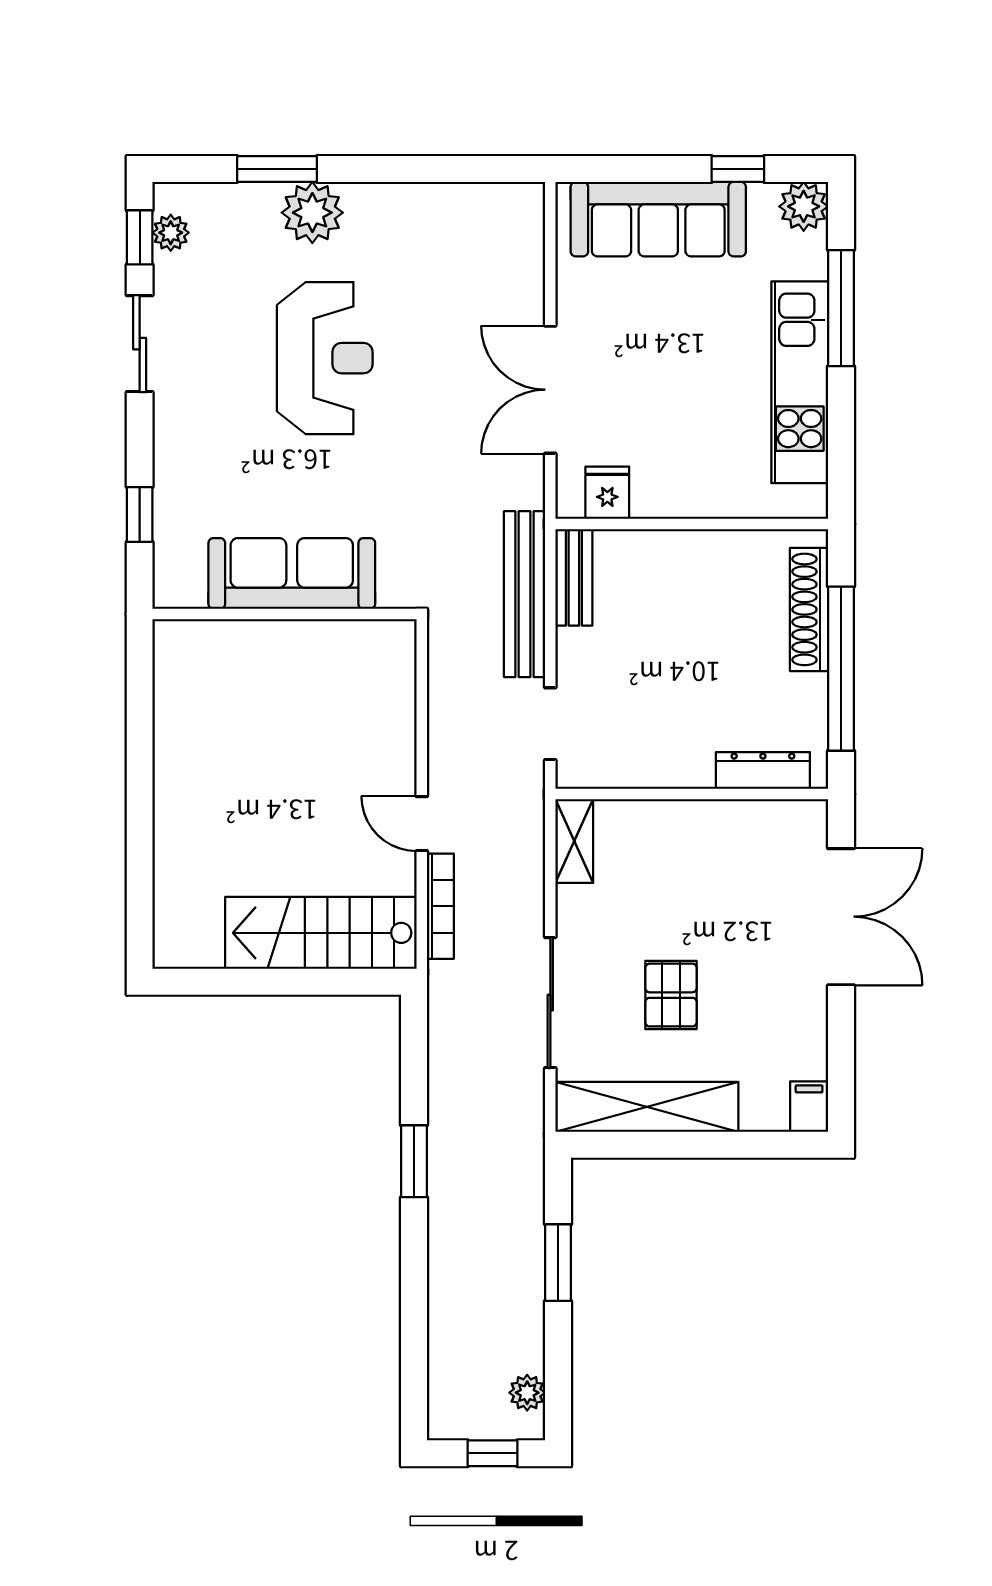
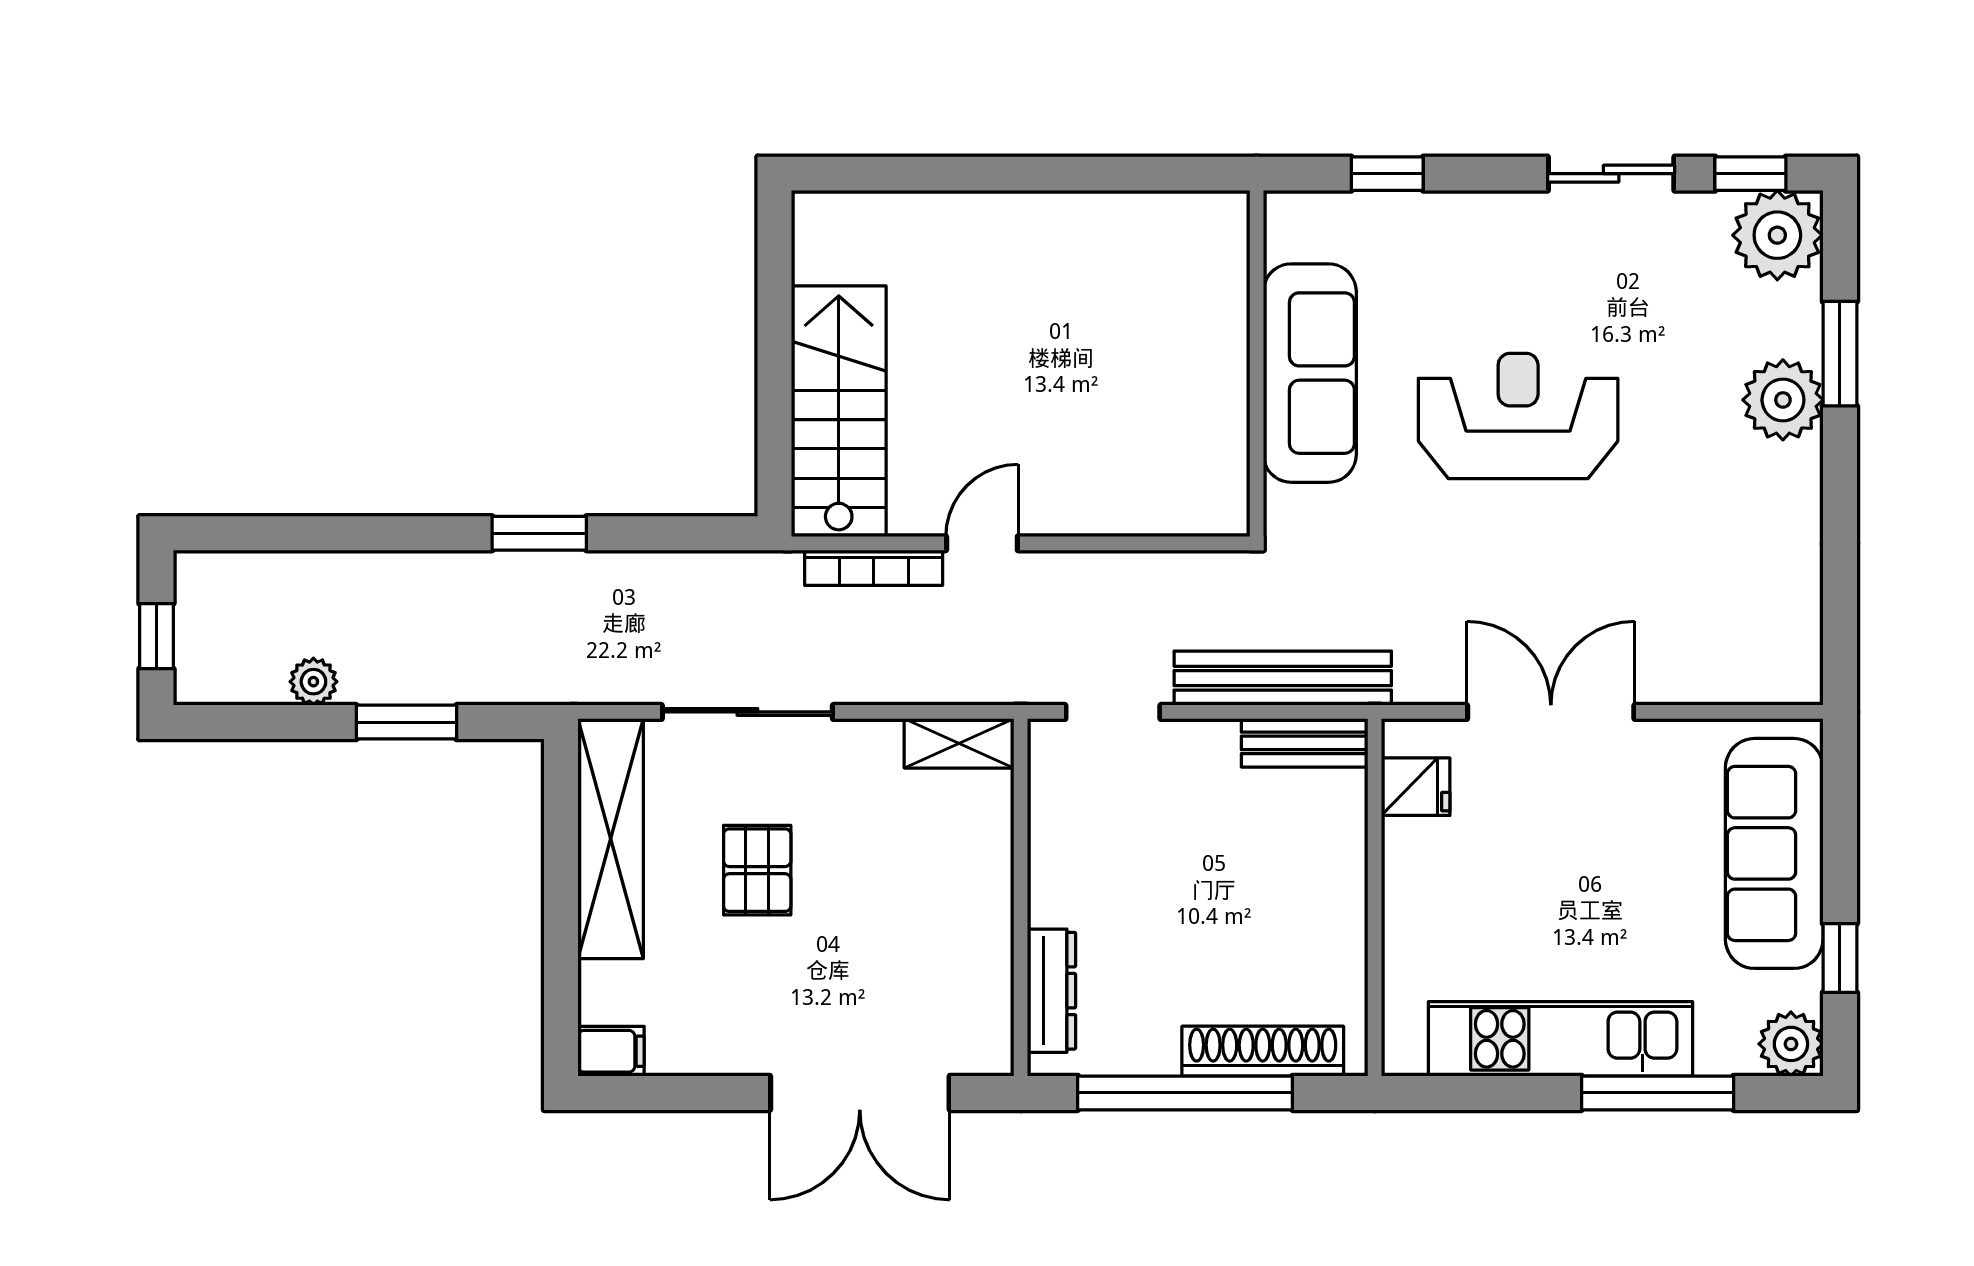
plant: (171, 233) -> (1777, 235), width x1.88, depth x1.88
reception desk: (325, 358) -> (1518, 416), moved, turned 180
pallet: (671, 995) -> (757, 870), turned 90
plant: (527, 1393) -> (313, 682), moved

